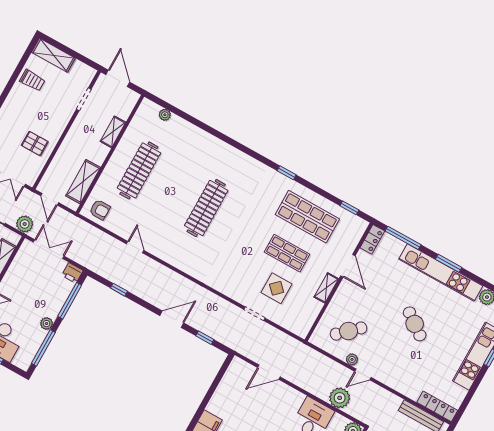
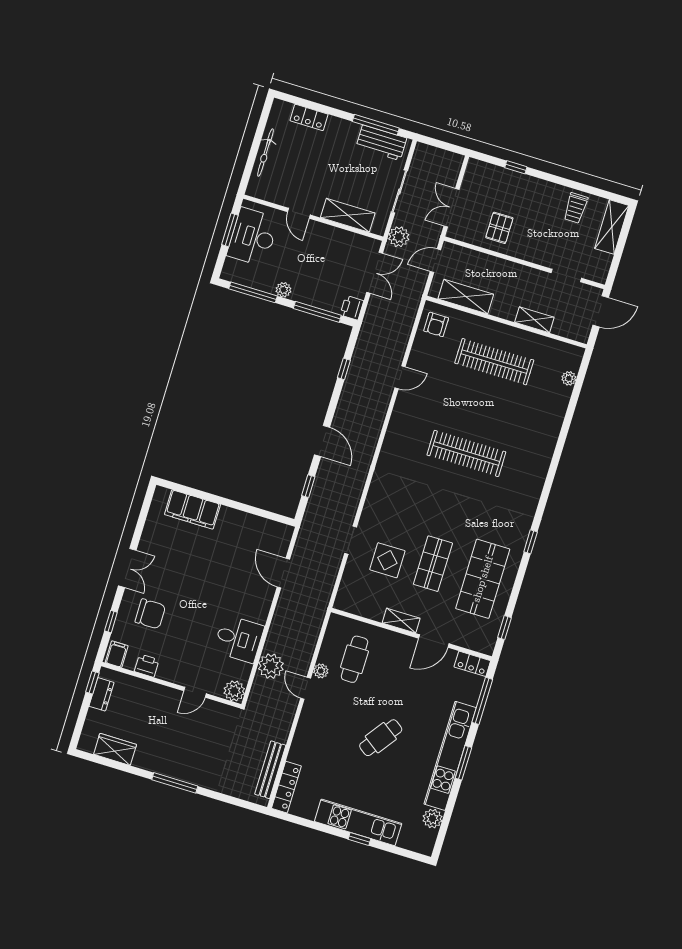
cafe table: (349, 331) -> (355, 659), turned 43

